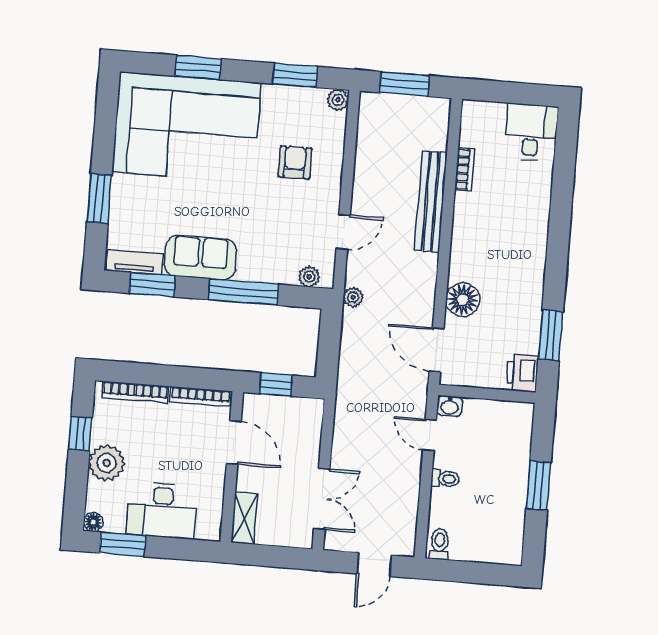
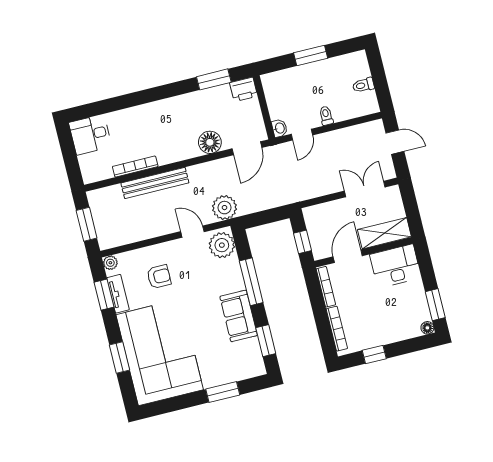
armchair: (295, 162) -> (159, 277), turned 180
bookcase: (465, 169) -> (135, 167), width x1.56
tv unit: (135, 262) -> (118, 294), moved, turned 180
plant: (309, 277) -> (222, 245), width x1.88, depth x1.88
plant: (353, 297) -> (225, 208), width x1.88, depth x1.88
plant: (107, 463) -> (387, 332), removed
desk: (162, 510) -> (395, 266), moved, turned -90
shelving: (244, 518) -> (384, 233), width x1.50, depth x1.33
toilet: (439, 544) -> (363, 85), moved

